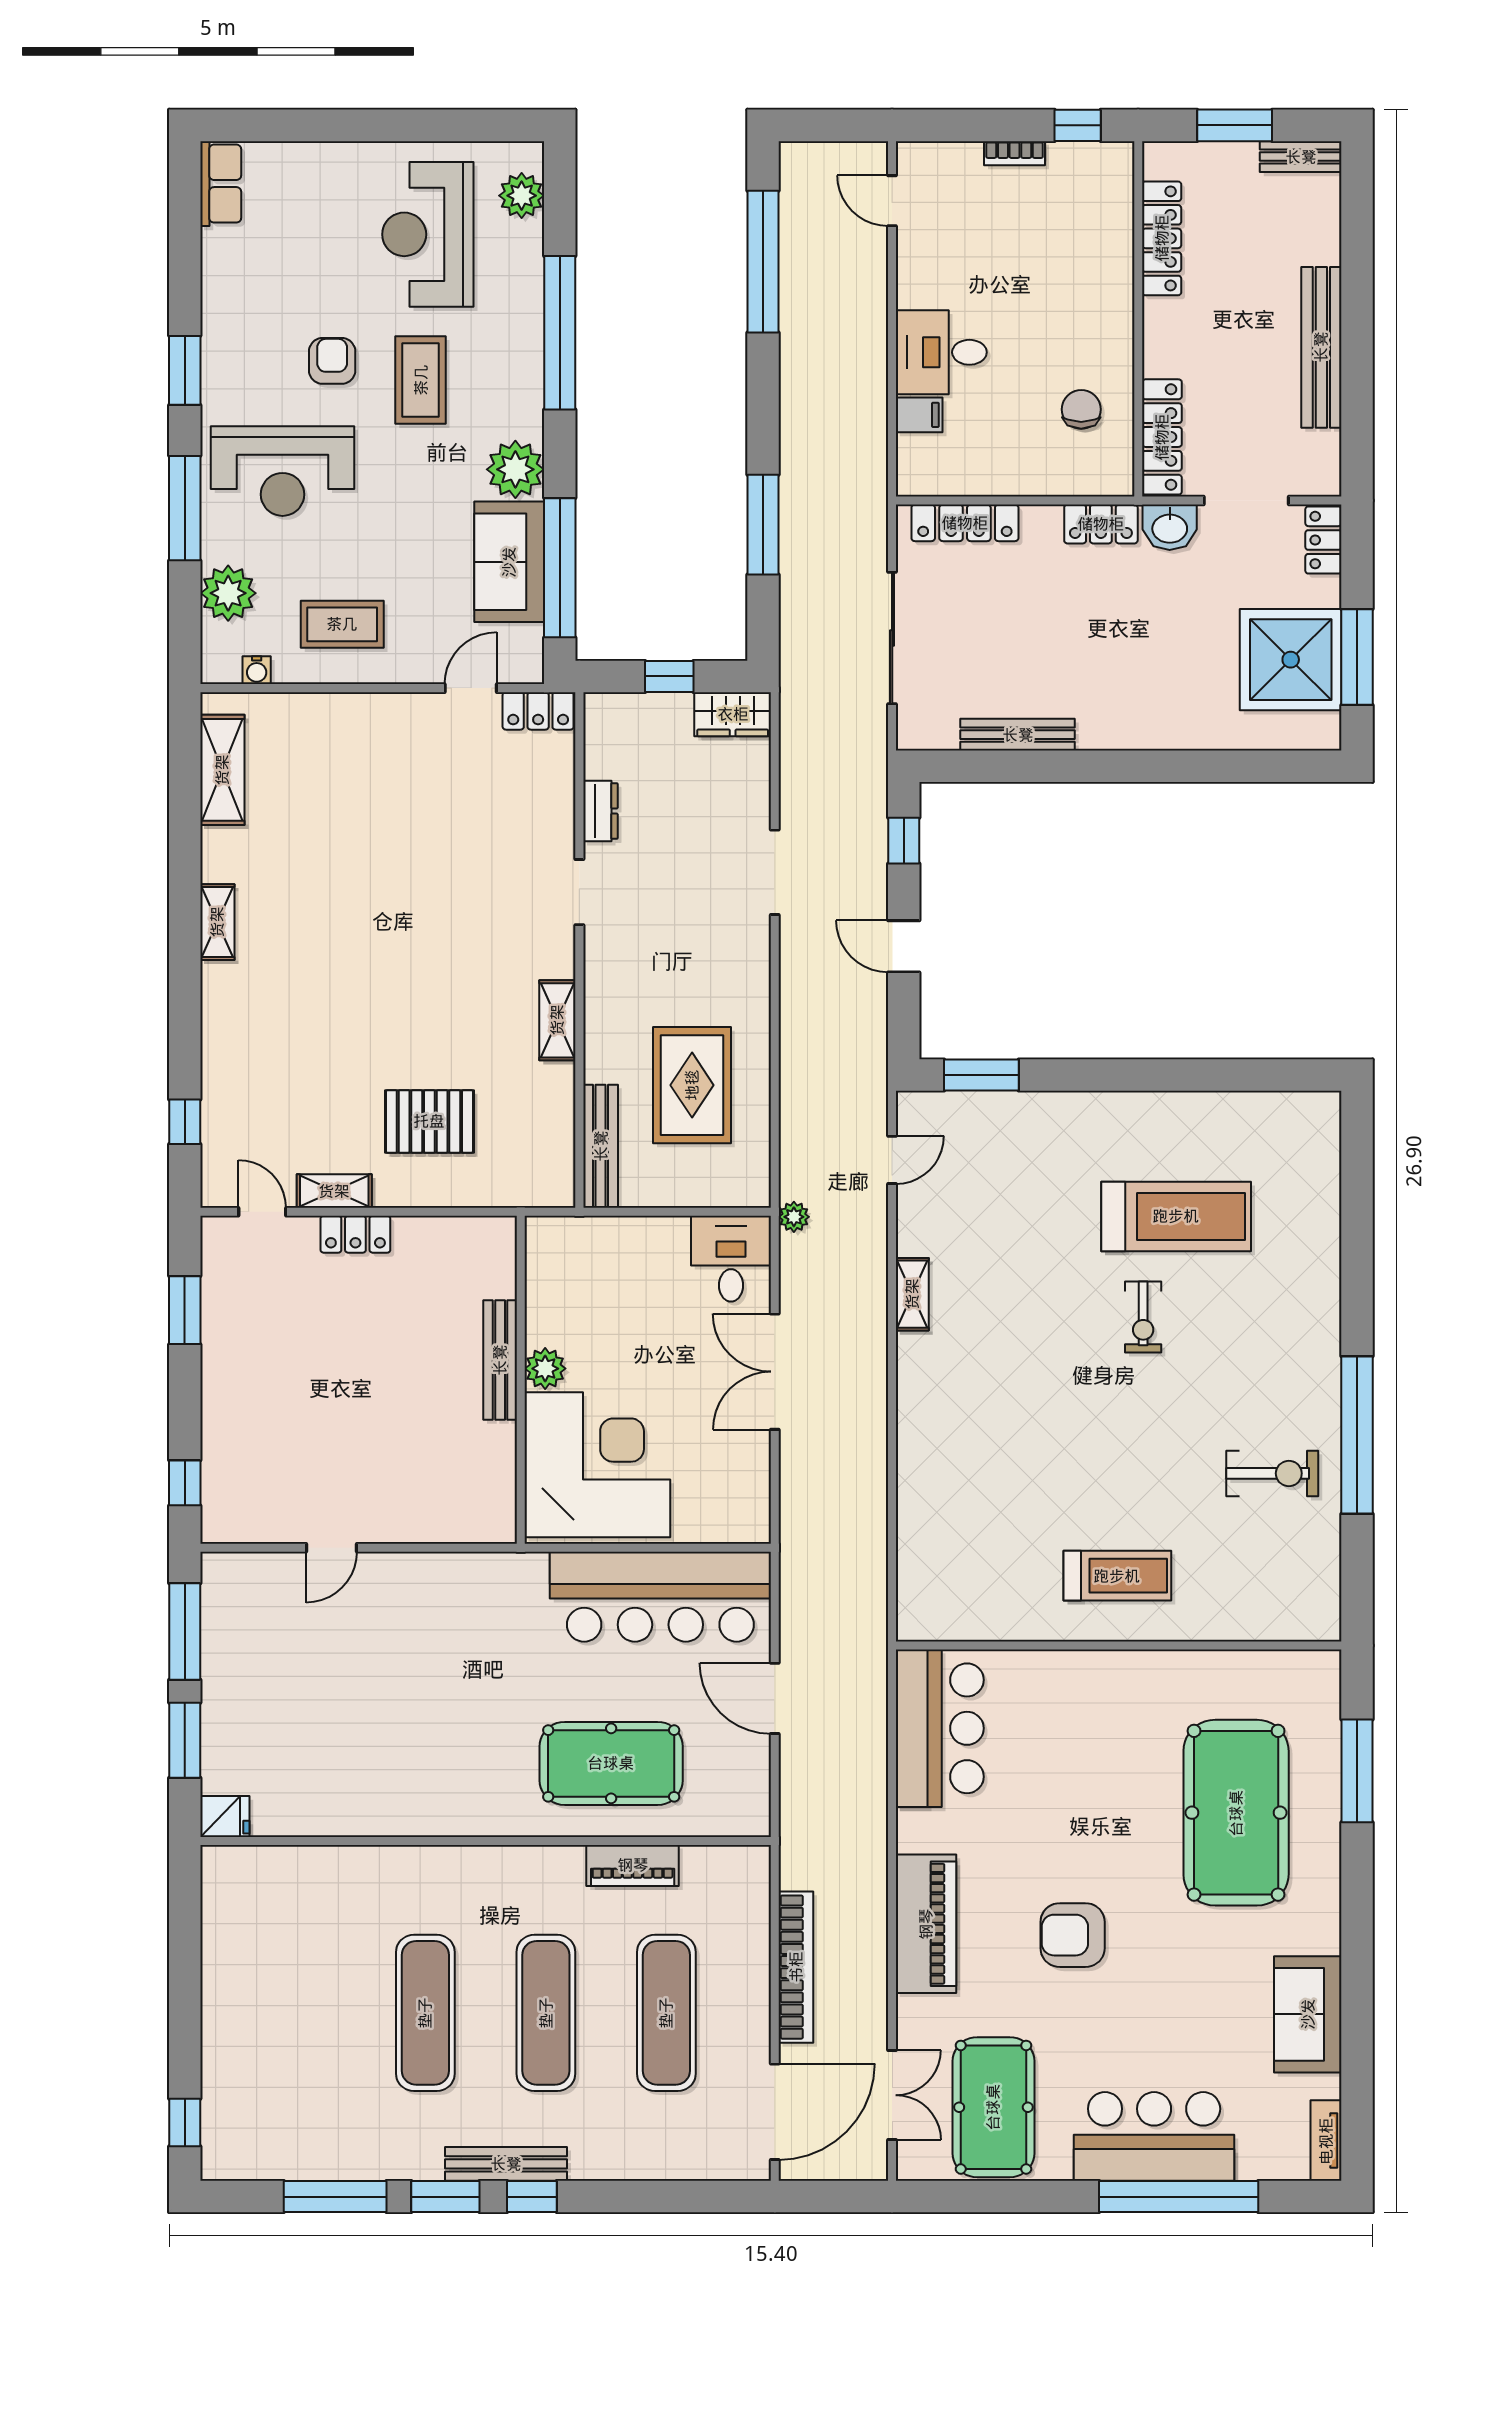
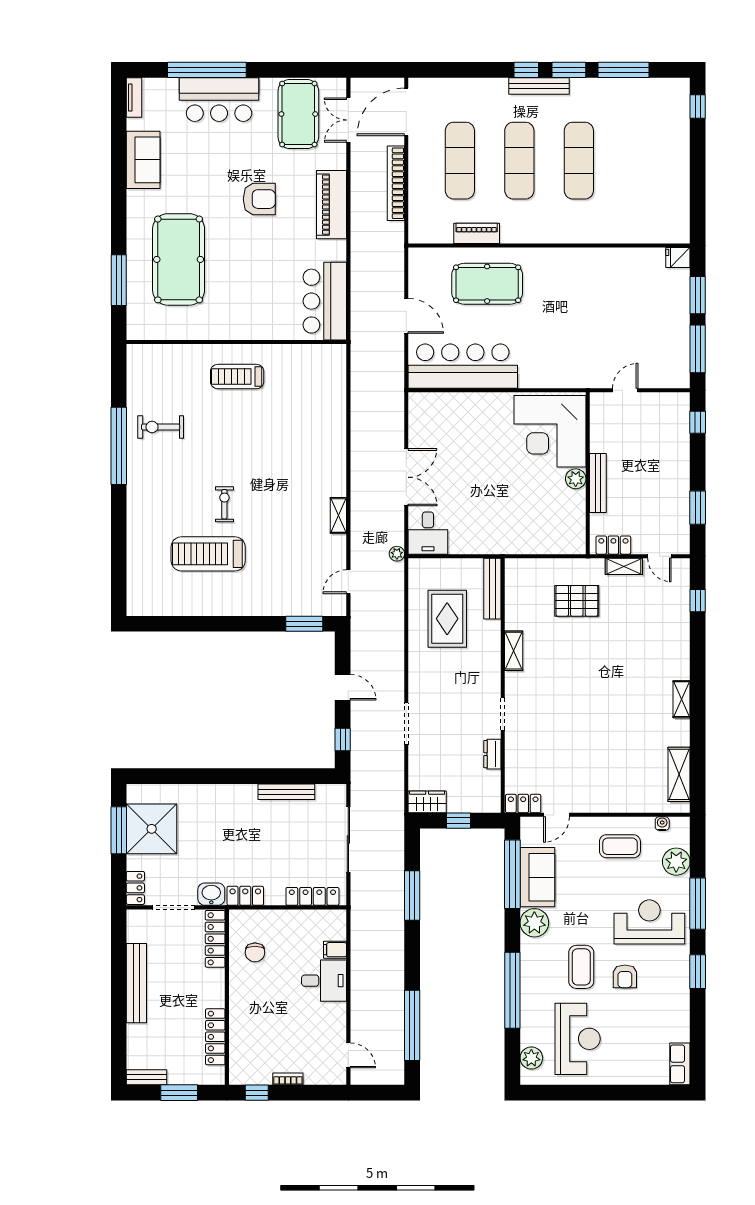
bench: (500, 1360) -> (598, 483), moved
plant: (545, 1369) -> (576, 479), moved
wall: (521, 1380) -> (588, 473), moved
corner desk: (597, 1465) -> (550, 431), moved

